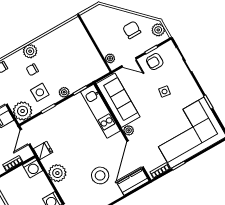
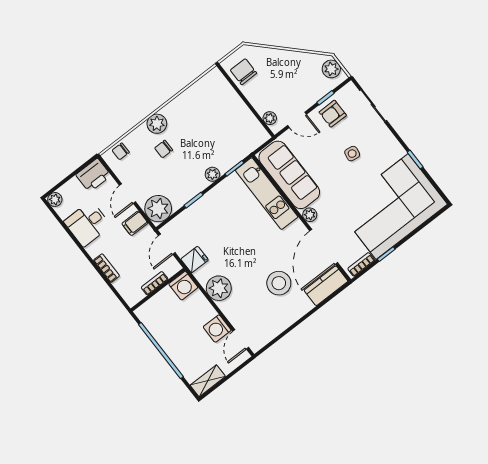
chair: (132, 30) -> (243, 72), moved
side table: (40, 92) -> (179, 179), removed

